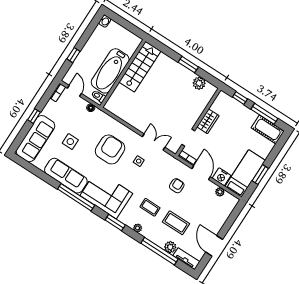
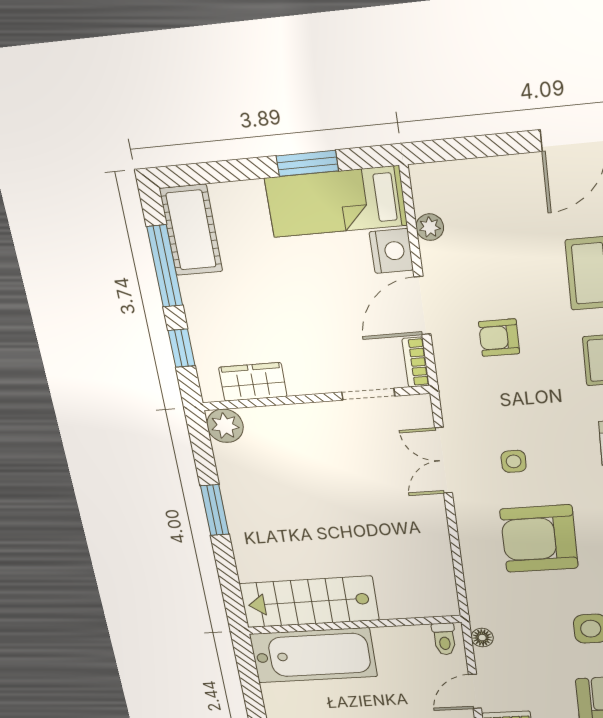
bathtub: (110, 71) -> (313, 655), moved
plant: (199, 83) -> (225, 426), moved
wardrobe: (208, 121) -> (253, 382), moved

